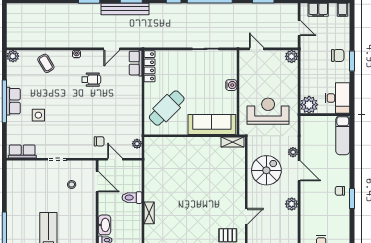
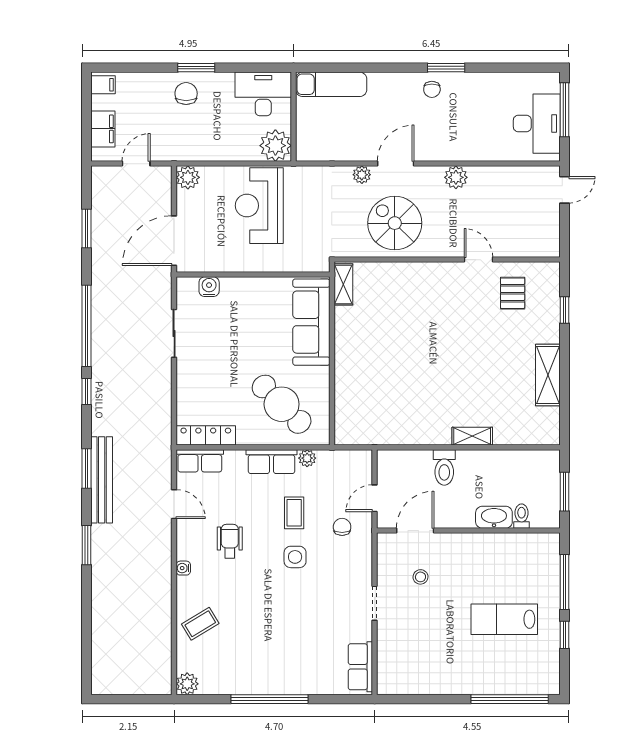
door: (257, 49) -> (174, 241), width x1.88
water cooler: (231, 85) -> (209, 287), moved
row of seats: (13, 101) -> (271, 462), moved, turned 180
reception desk: (268, 111) -> (259, 206), moved
side table: (38, 115) -> (295, 557), moved
coffee table: (107, 115) -> (294, 513), added
plant: (137, 144) -> (307, 458), moved

